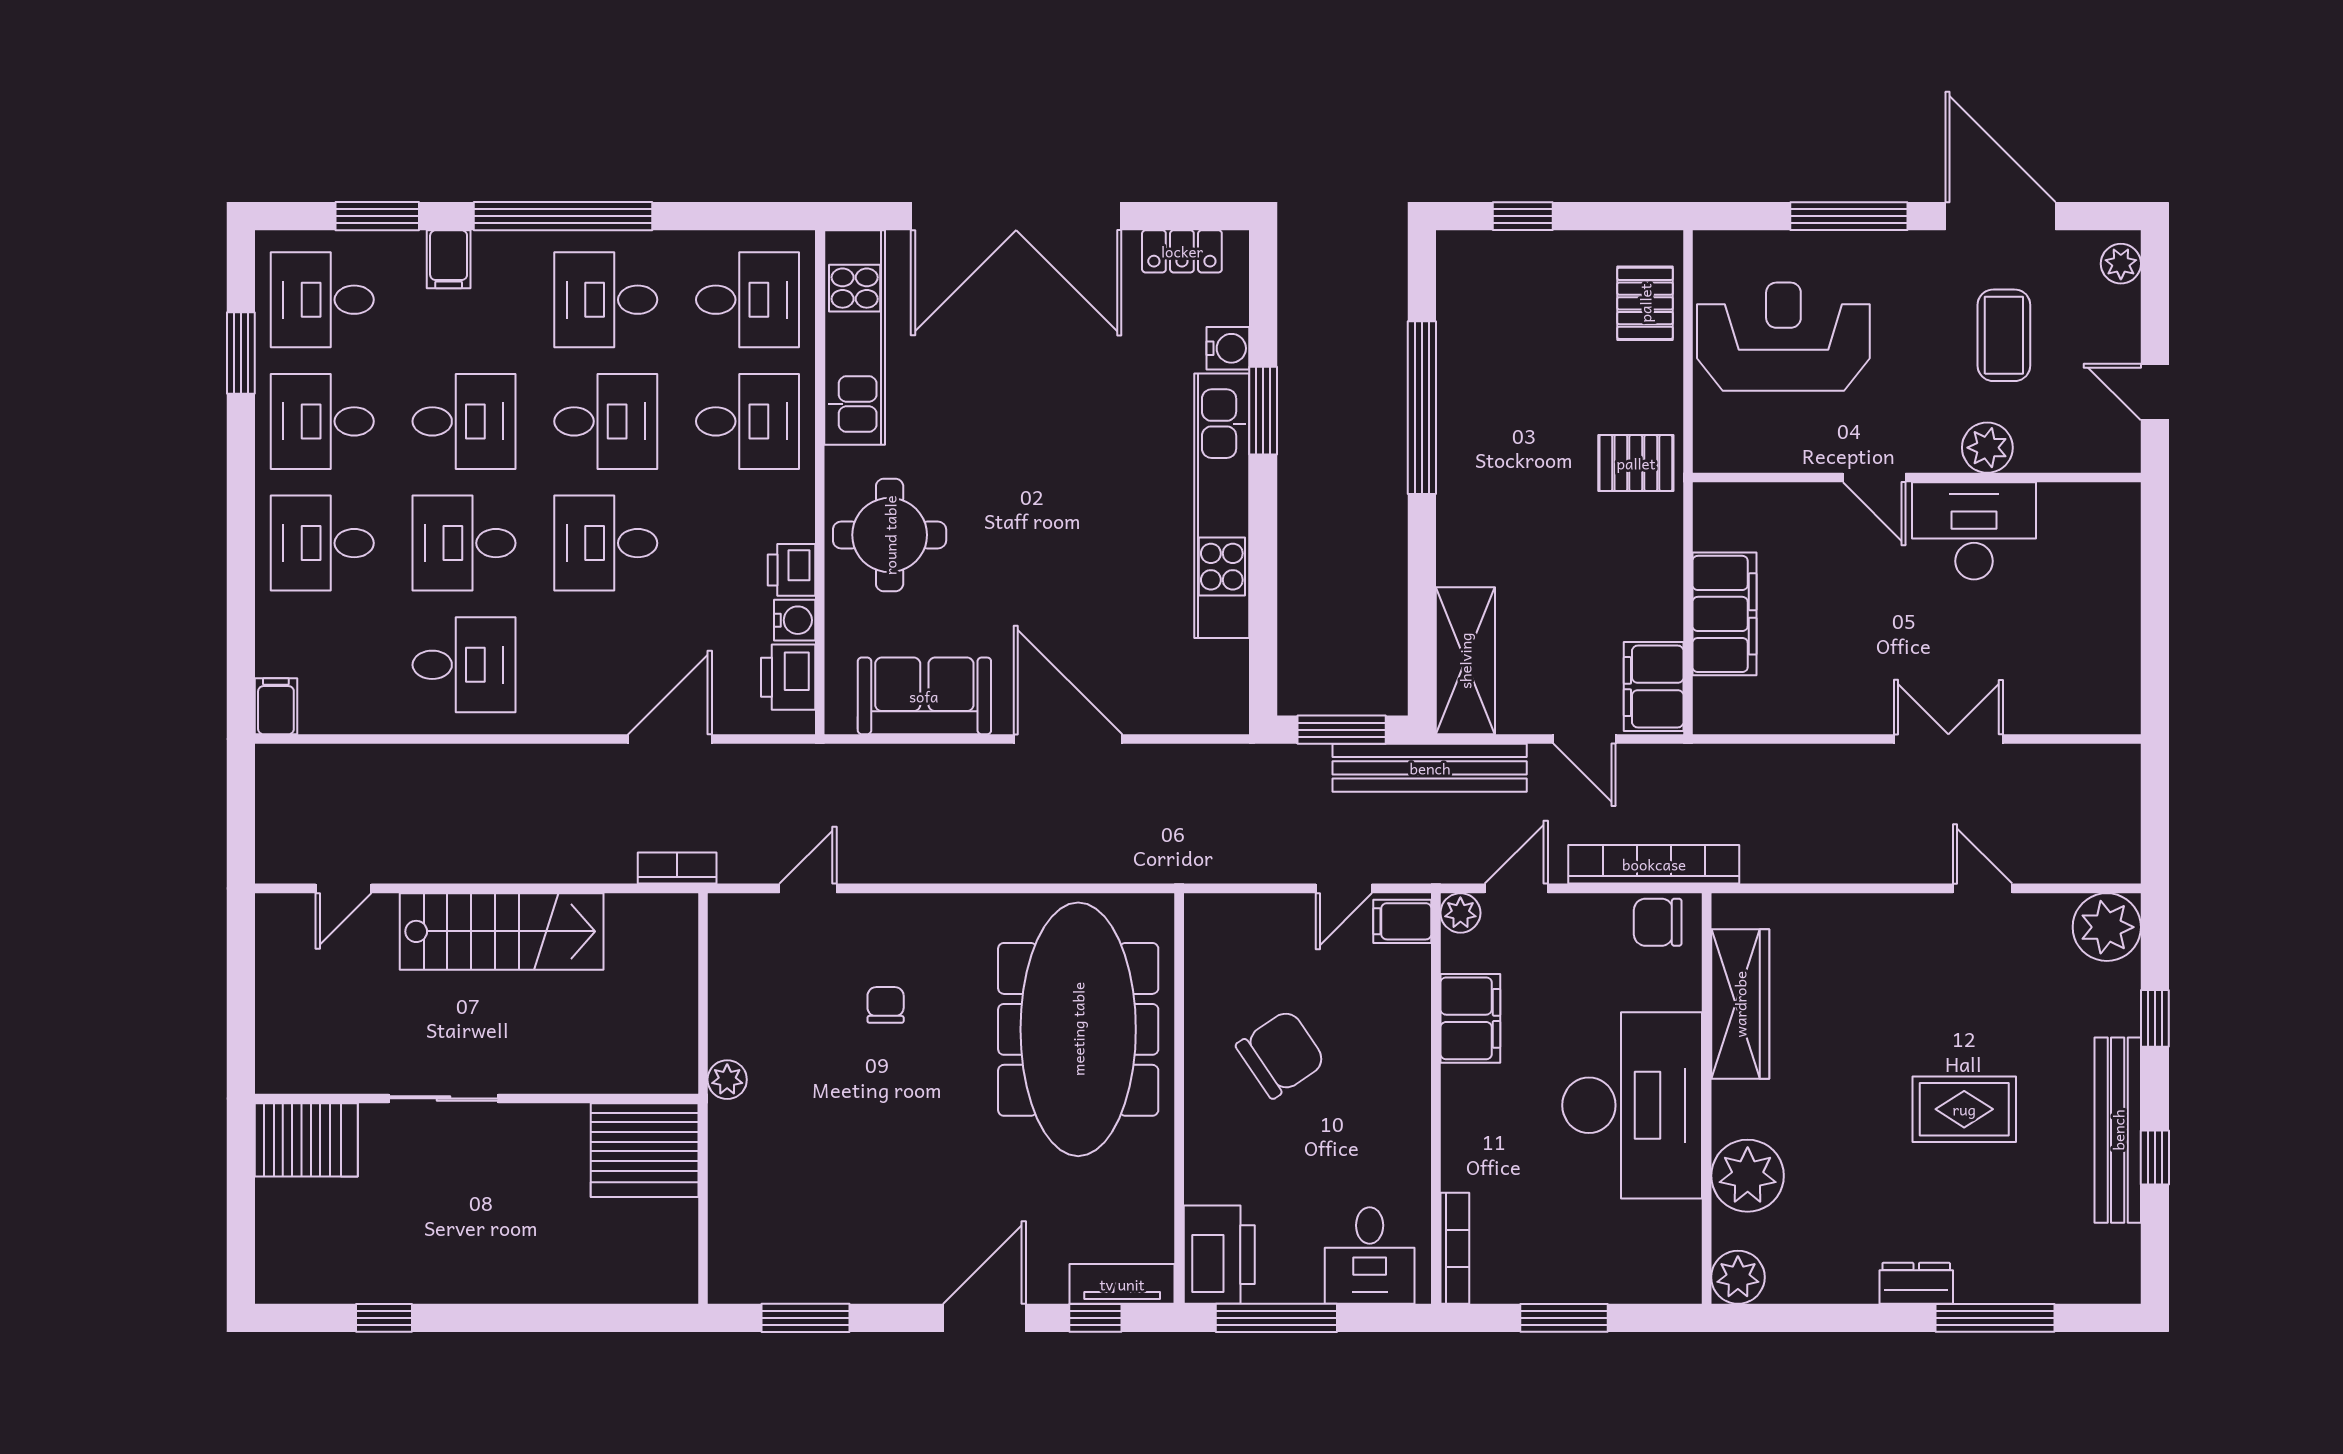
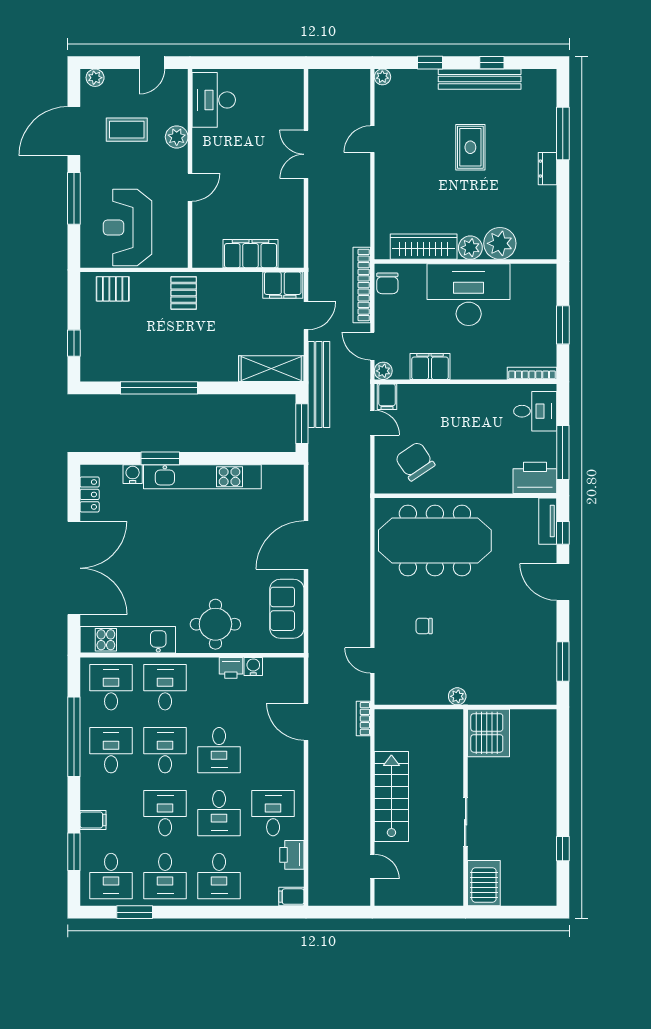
window: (563, 216) -> (74, 737), moved
desk: (606, 300) -> (111, 750), turned 180
desk: (1974, 531) -> (214, 100), moved
printer: (788, 677) -> (292, 855), moved, turned 90
plant: (2107, 927) -> (382, 77), width x0.53, depth x0.53
chair: (1281, 1054) -> (415, 461), moved
plant: (1738, 1277) -> (470, 248), moved

